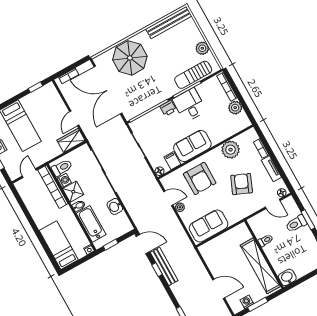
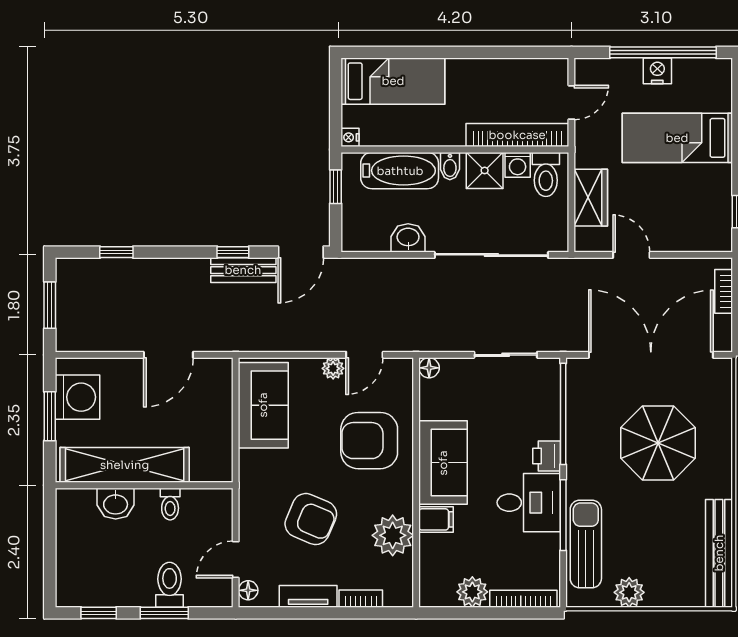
parasol: (130, 58) -> (658, 443), moved
wardrobe: (71, 140) -> (591, 198), moved
filing cabinet: (172, 161) -> (436, 519), moved
door: (29, 173) -> (571, 102), hinge flipped
bench: (164, 266) -> (243, 270), width x0.73
washbasin: (287, 277) -> (116, 504), moved, turned 90
door: (219, 289) -> (168, 355), moved
washing machine: (247, 302) -> (78, 397), width x1.89, depth x1.89

